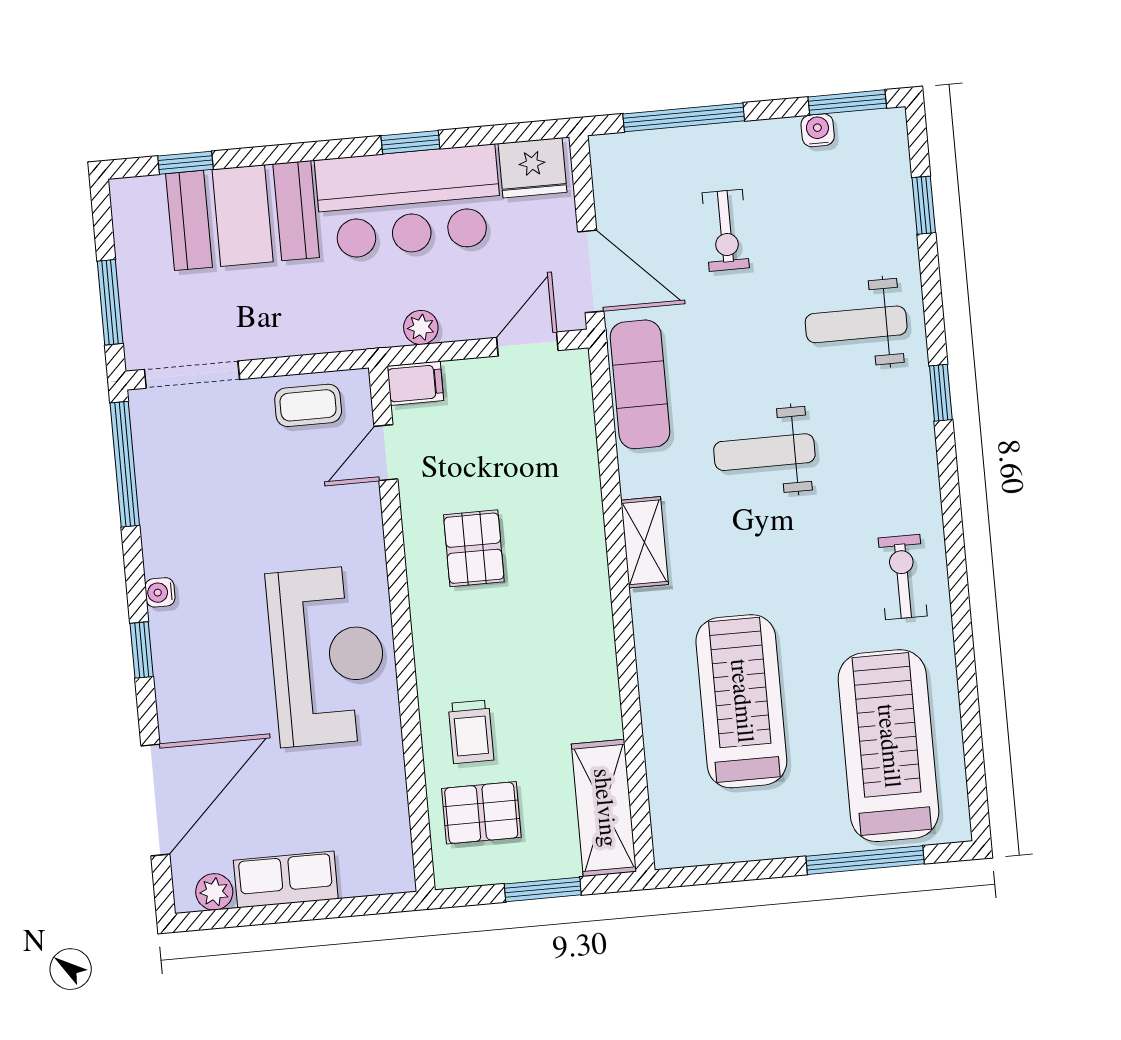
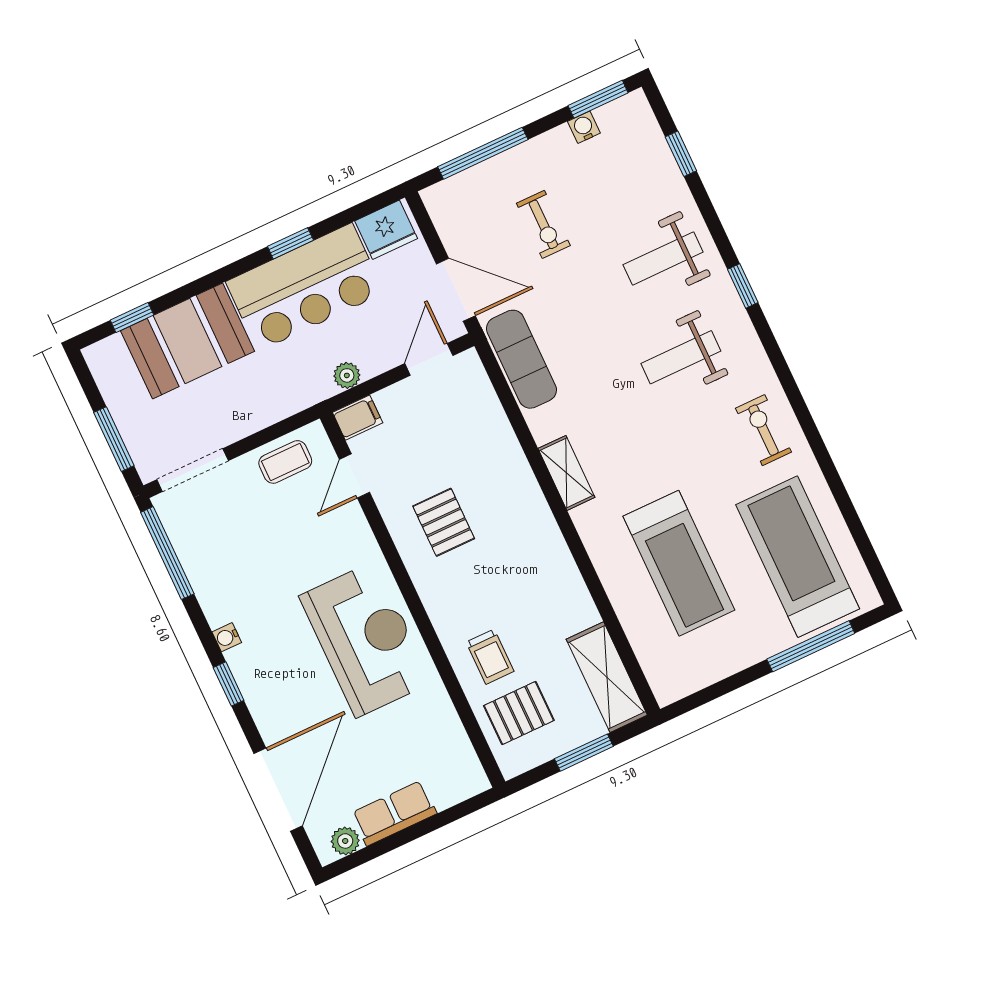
weight bench: (764, 452) -> (681, 357), moved
treadmill: (741, 701) -> (679, 563), turned 180

